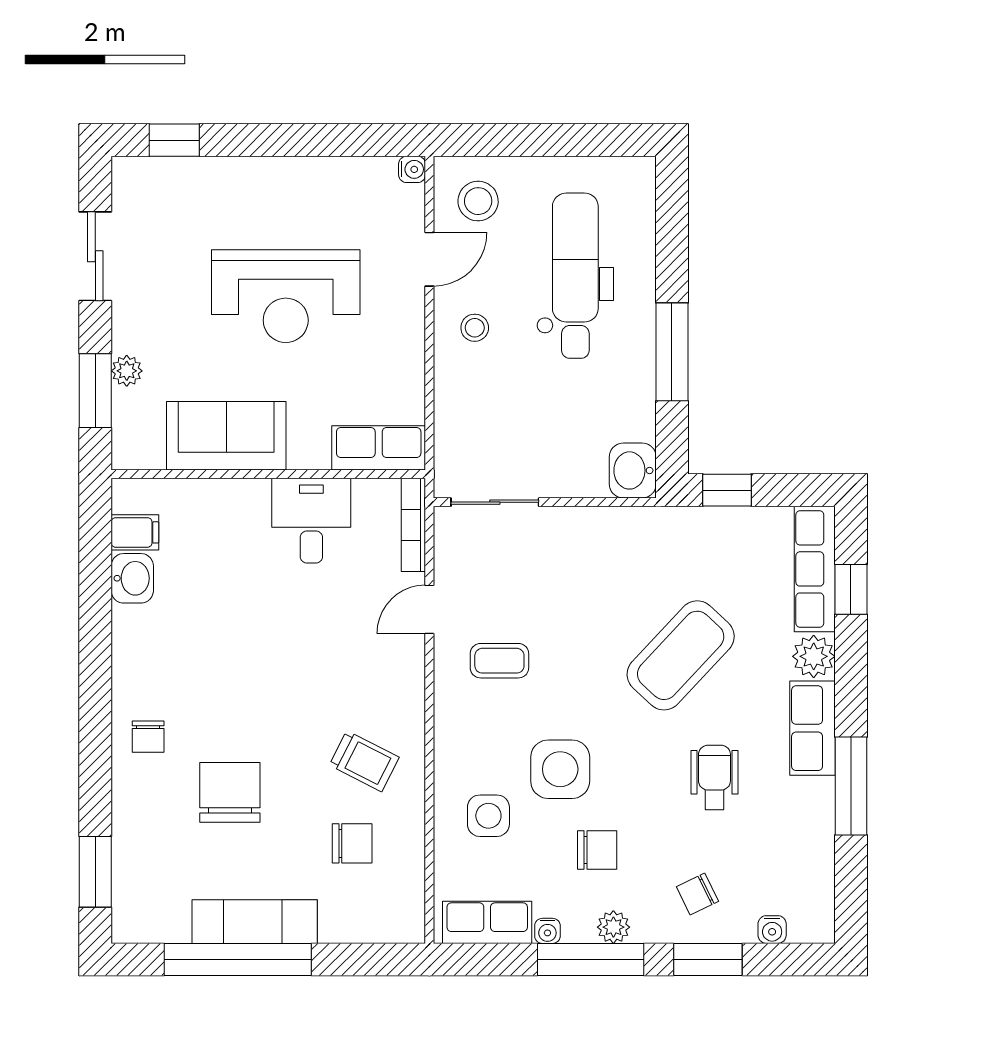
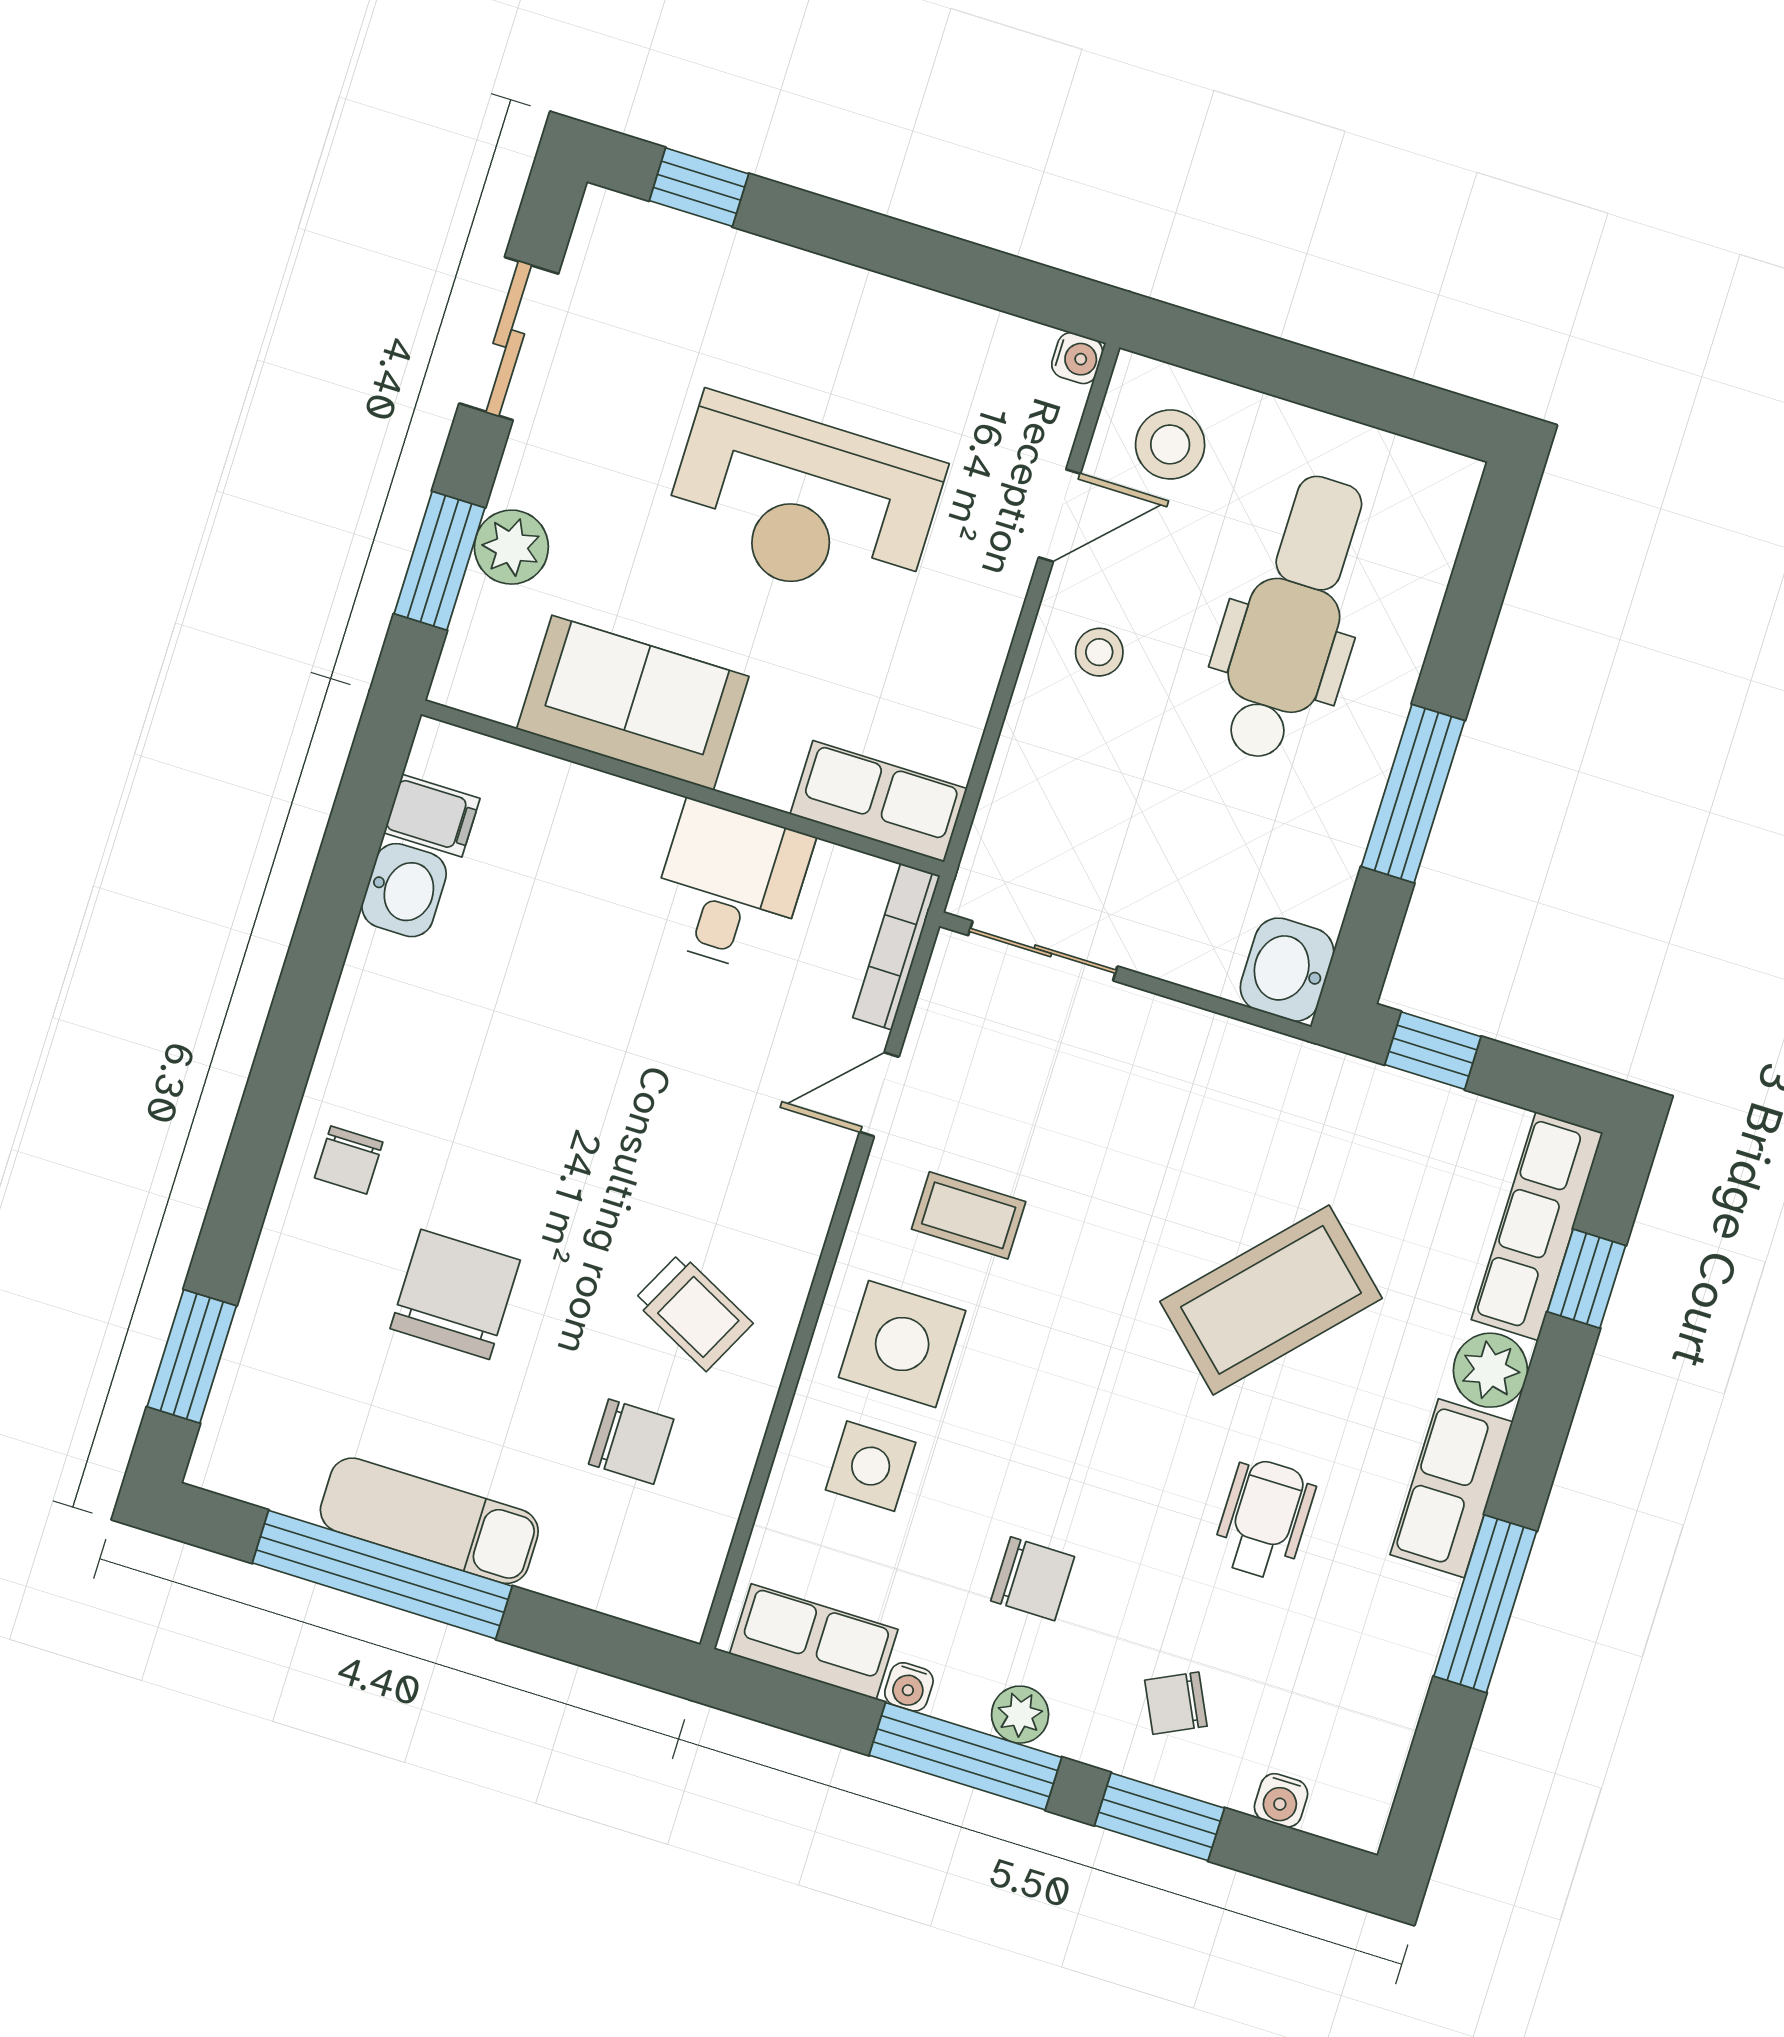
plant: (127, 371) -> (511, 547), width x1.38, depth x1.38
side table: (560, 769) -> (902, 1344), moved

